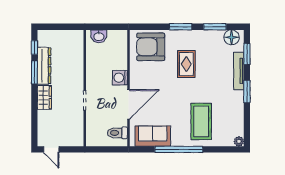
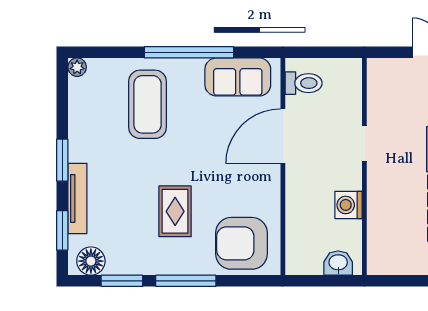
window: (181, 27) -> (186, 281), width x1.44
armchair: (151, 47) -> (241, 243), turned 180
washing machine: (120, 78) -> (348, 205), moved, turned 180

